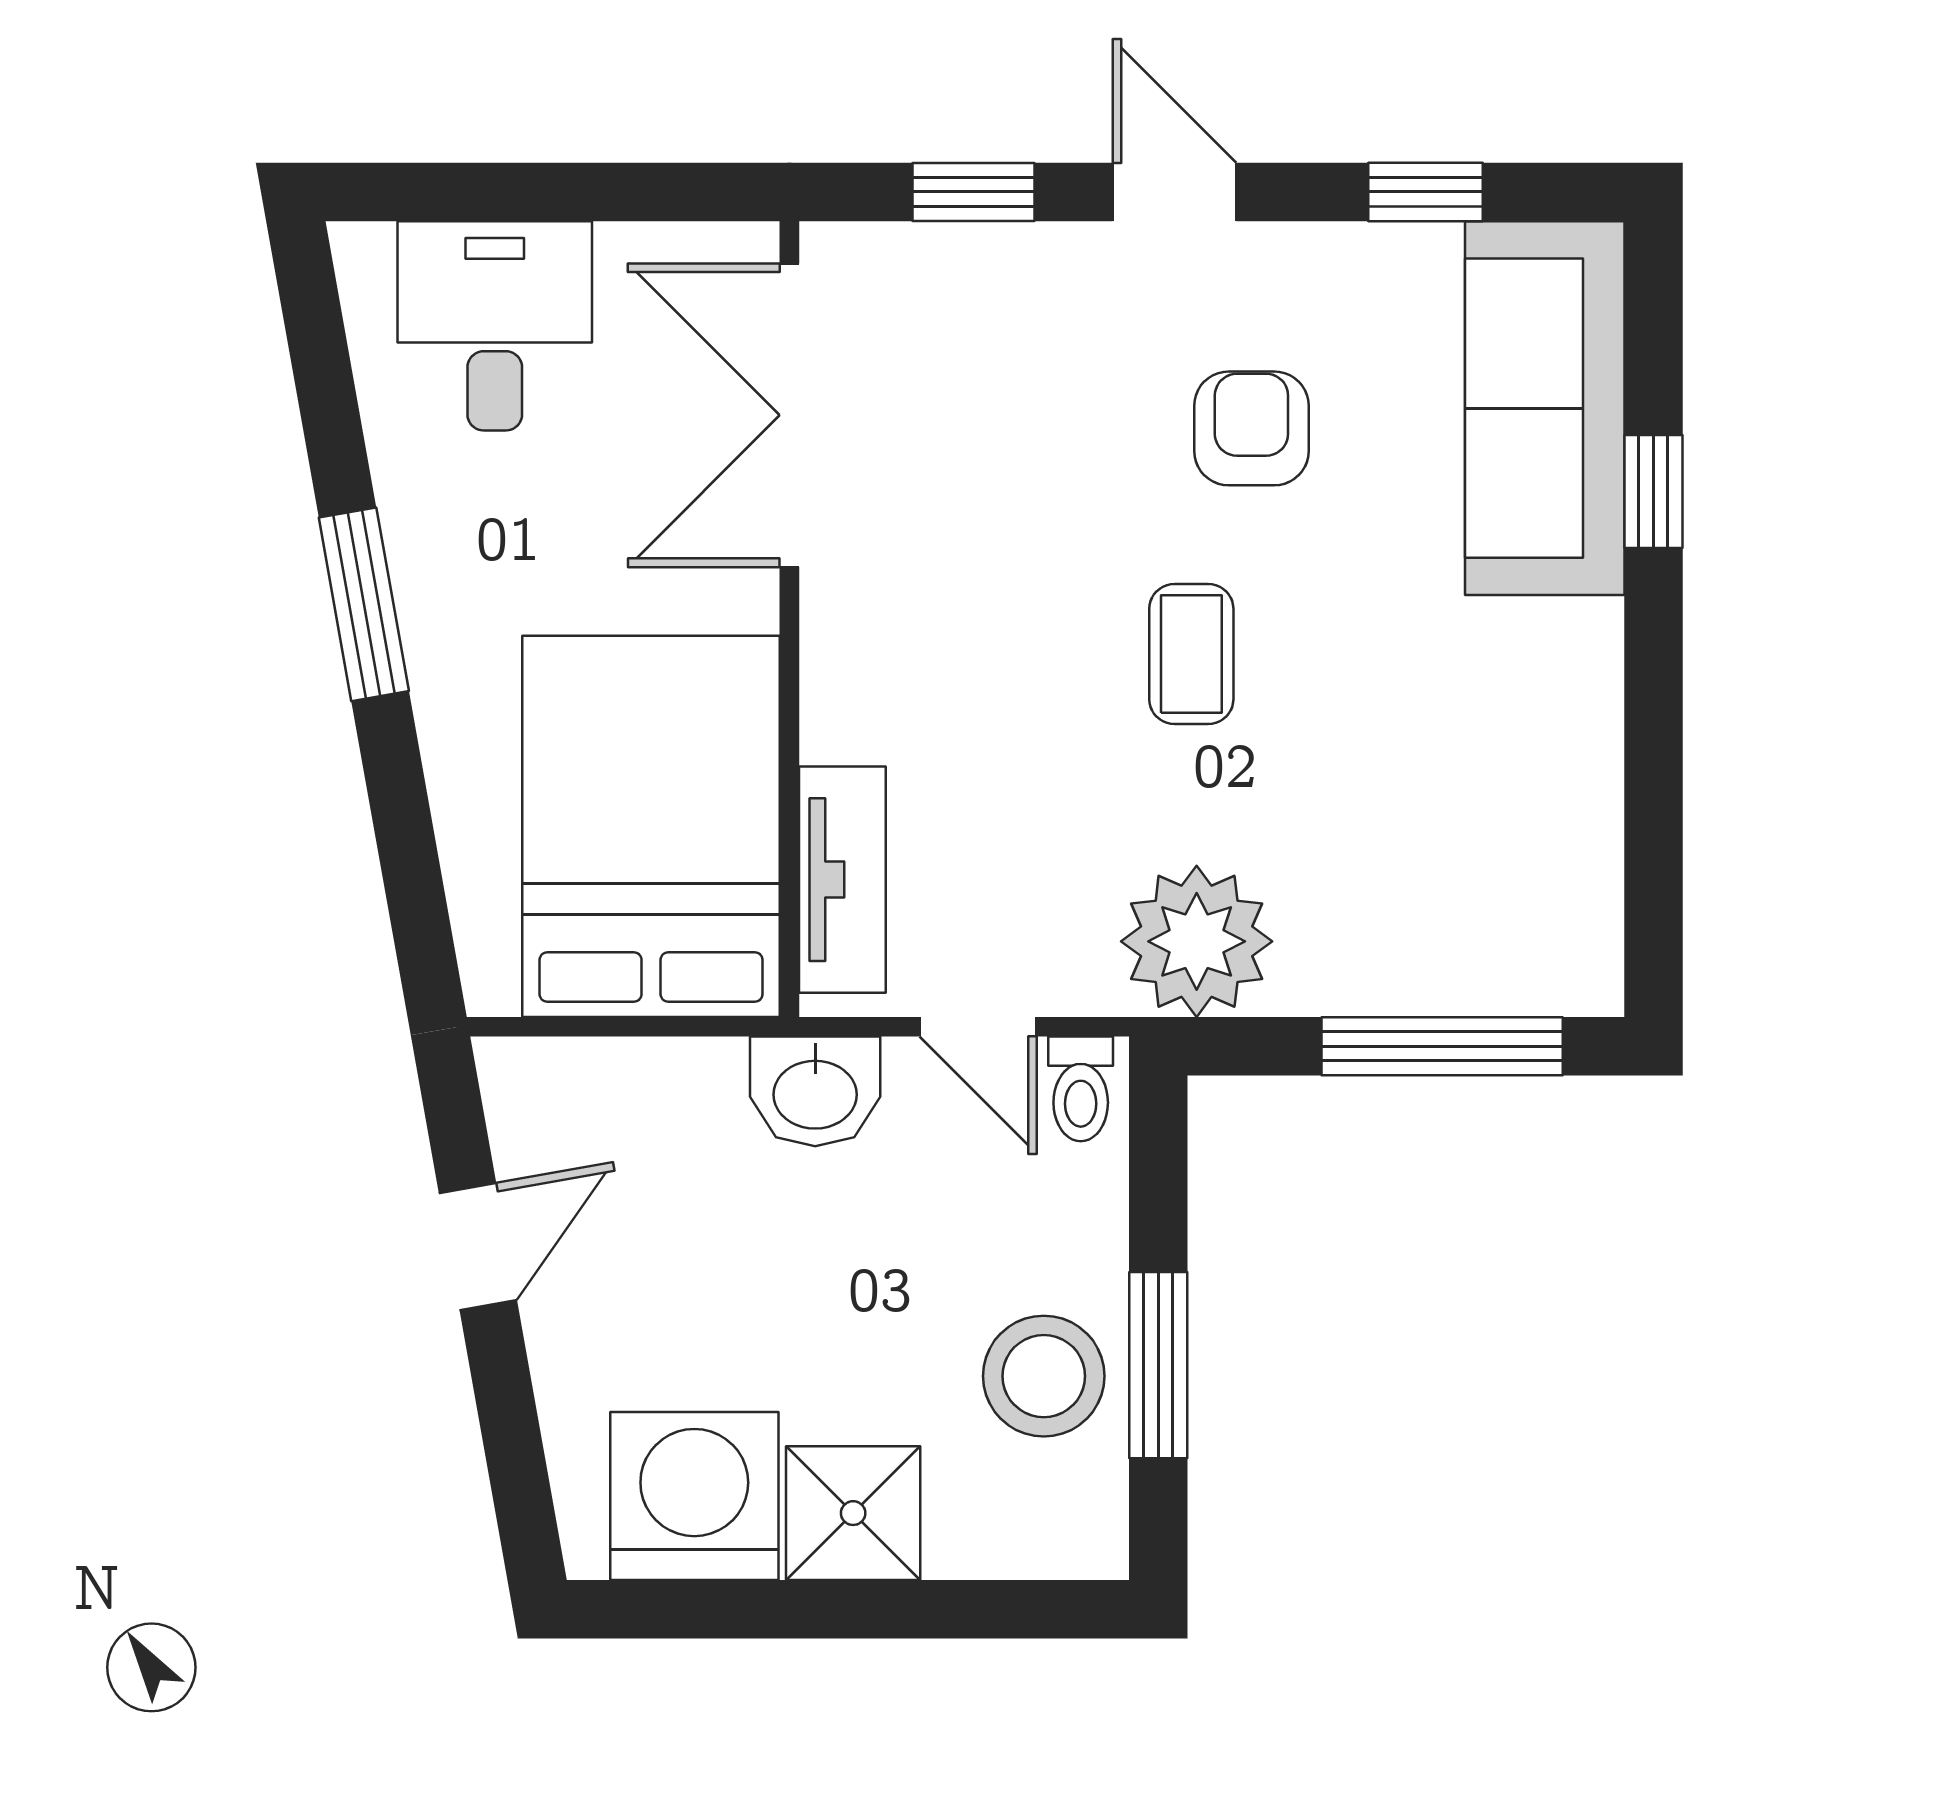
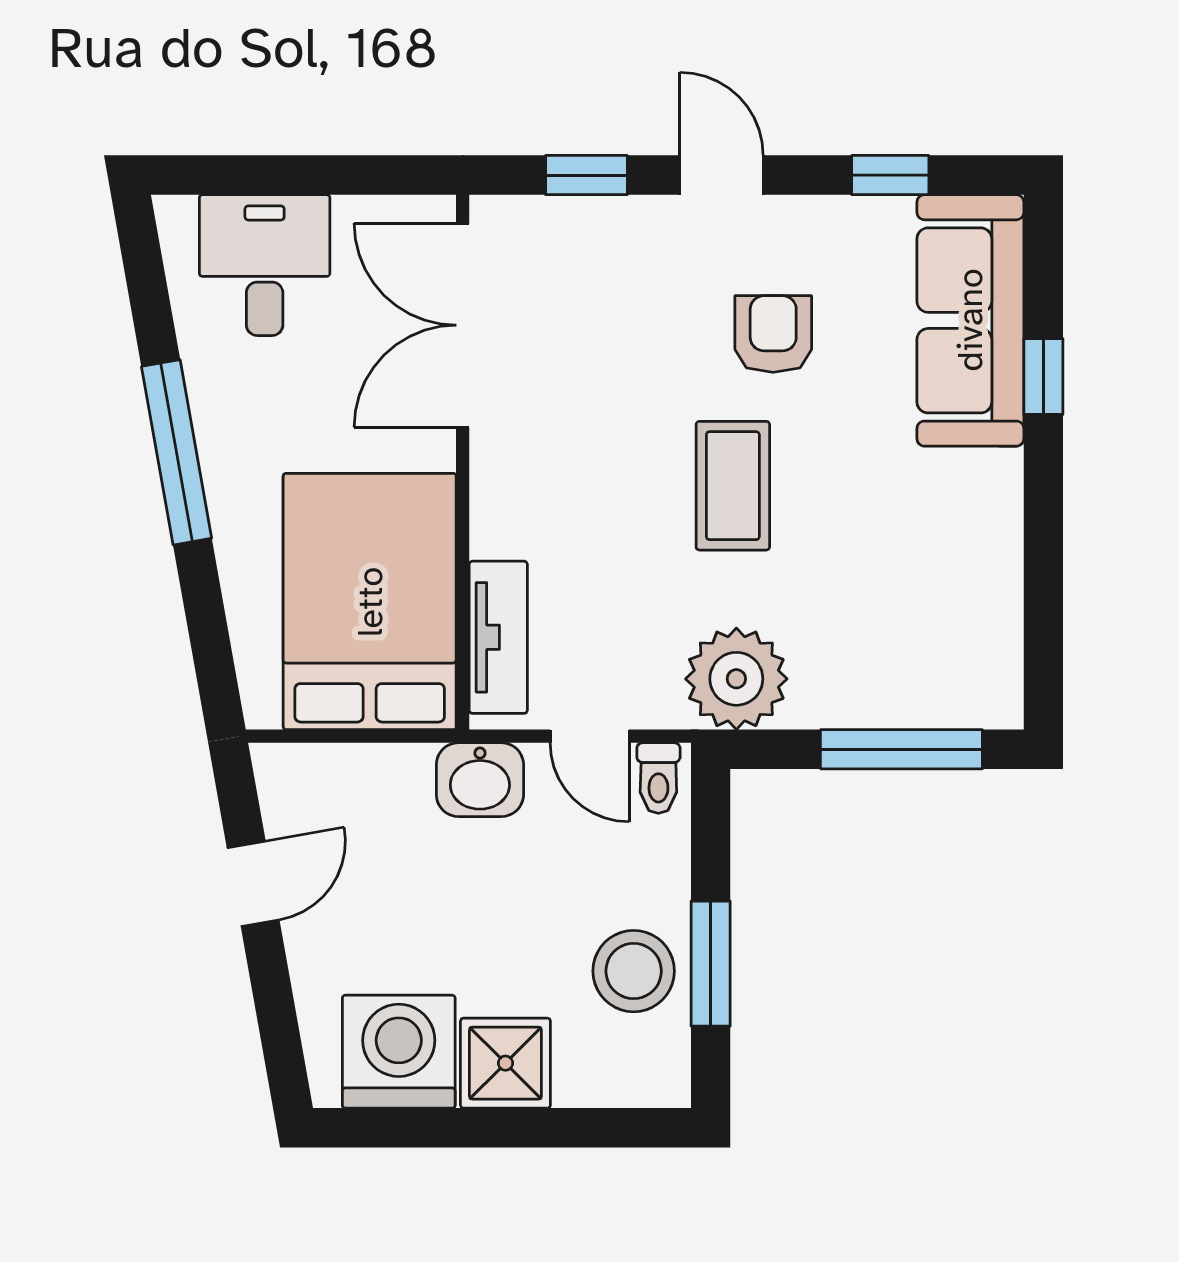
window: (364, 604) -> (177, 452), width x1.44
coffee table: (1191, 654) -> (733, 486), width x1.36, depth x1.30

